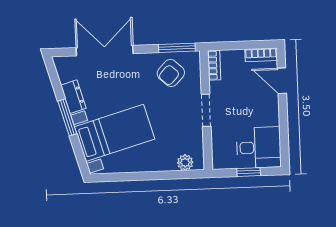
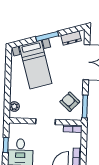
dresser: (73, 97) -> (71, 38), moved

